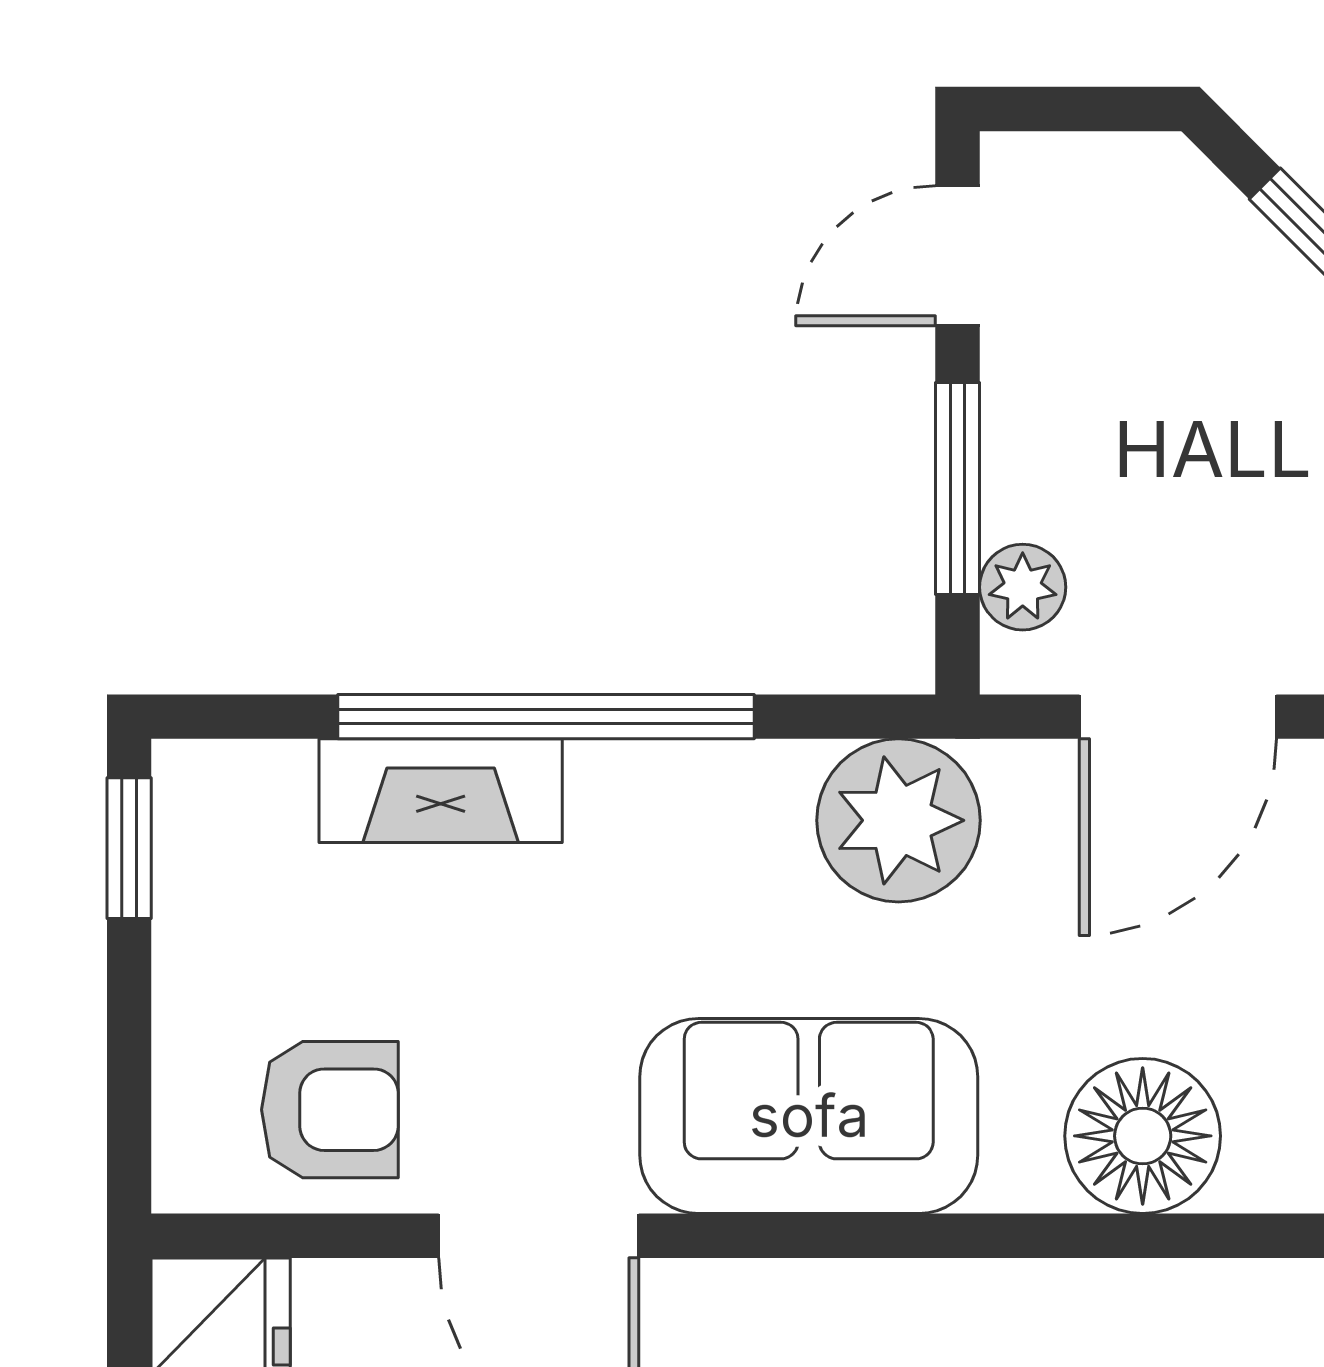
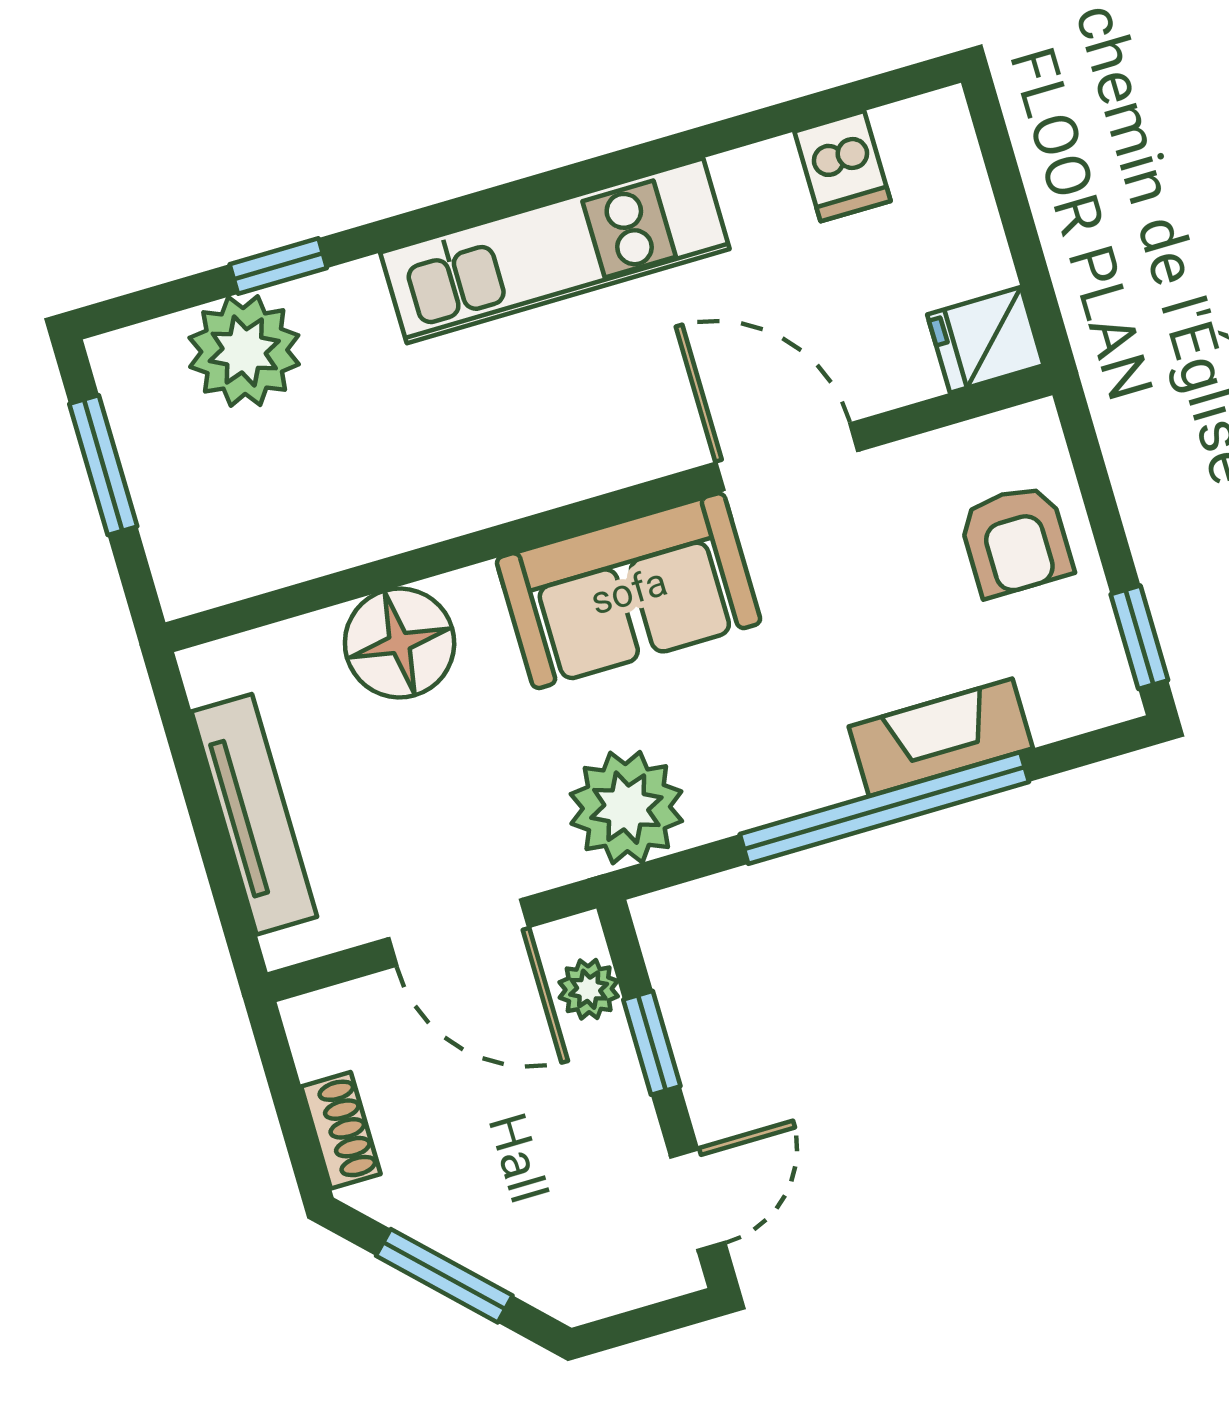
window: (958, 488) -> (652, 1043), width x0.67
door: (1178, 717) -> (459, 933), swing flipped
armchair: (330, 1110) -> (1016, 540), moved, turned -90

